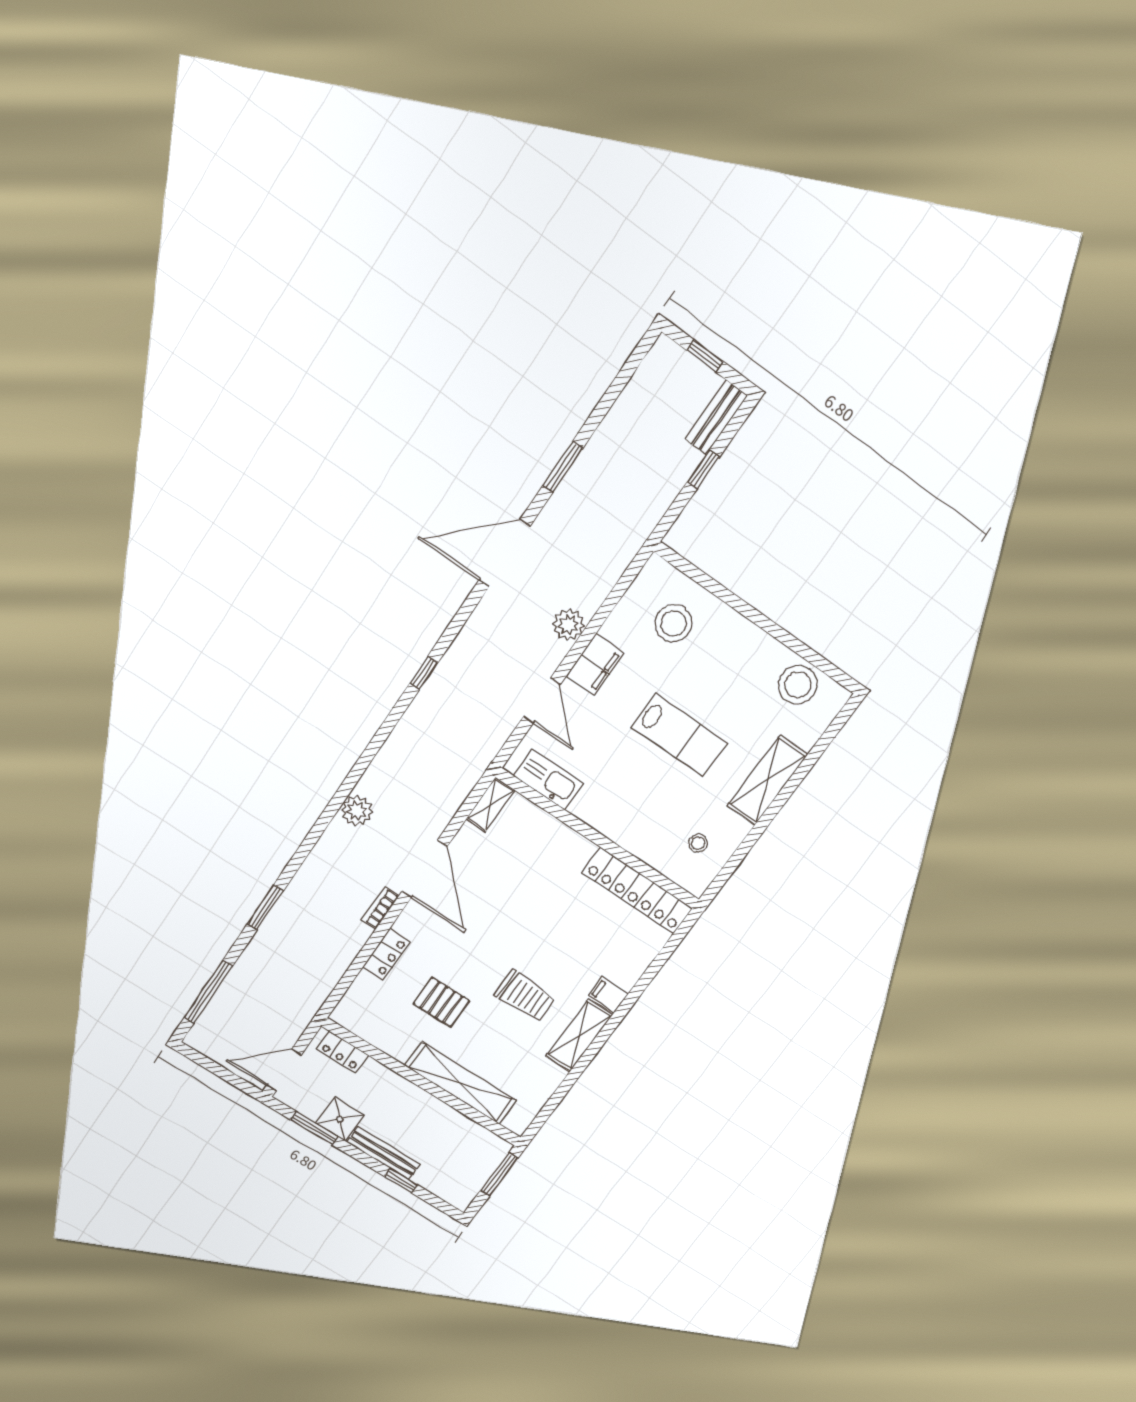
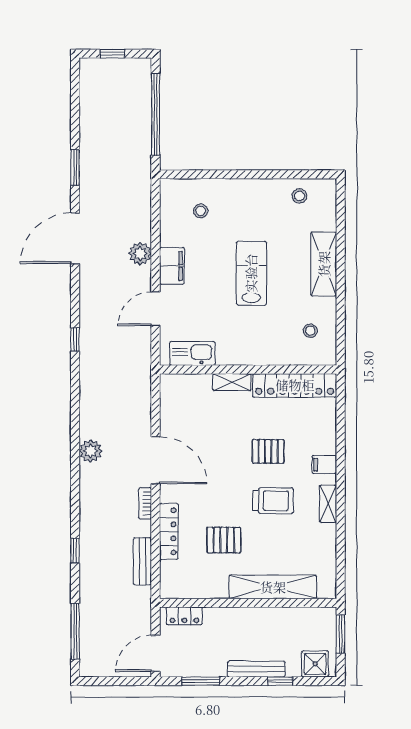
bench: (716, 417) -> (142, 561), moved
window: (703, 470) -> (155, 114), width x3.17
stool: (674, 623) -> (201, 211), width x0.53, depth x0.53
stool: (798, 685) -> (299, 196), width x0.53, depth x0.53
door: (542, 701) -> (155, 309), swing flipped
lab bench: (680, 735) -> (251, 273), turned -90
shelving: (490, 805) -> (232, 382), moved, turned 90
window: (266, 907) -> (75, 551), width x0.67
pallet: (557, 941) -> (268, 451), added
locker: (386, 954) -> (169, 531), width x1.53
shelving: (579, 1035) -> (328, 504), width x0.67, depth x0.75
shower: (340, 1119) -> (315, 664), moved

